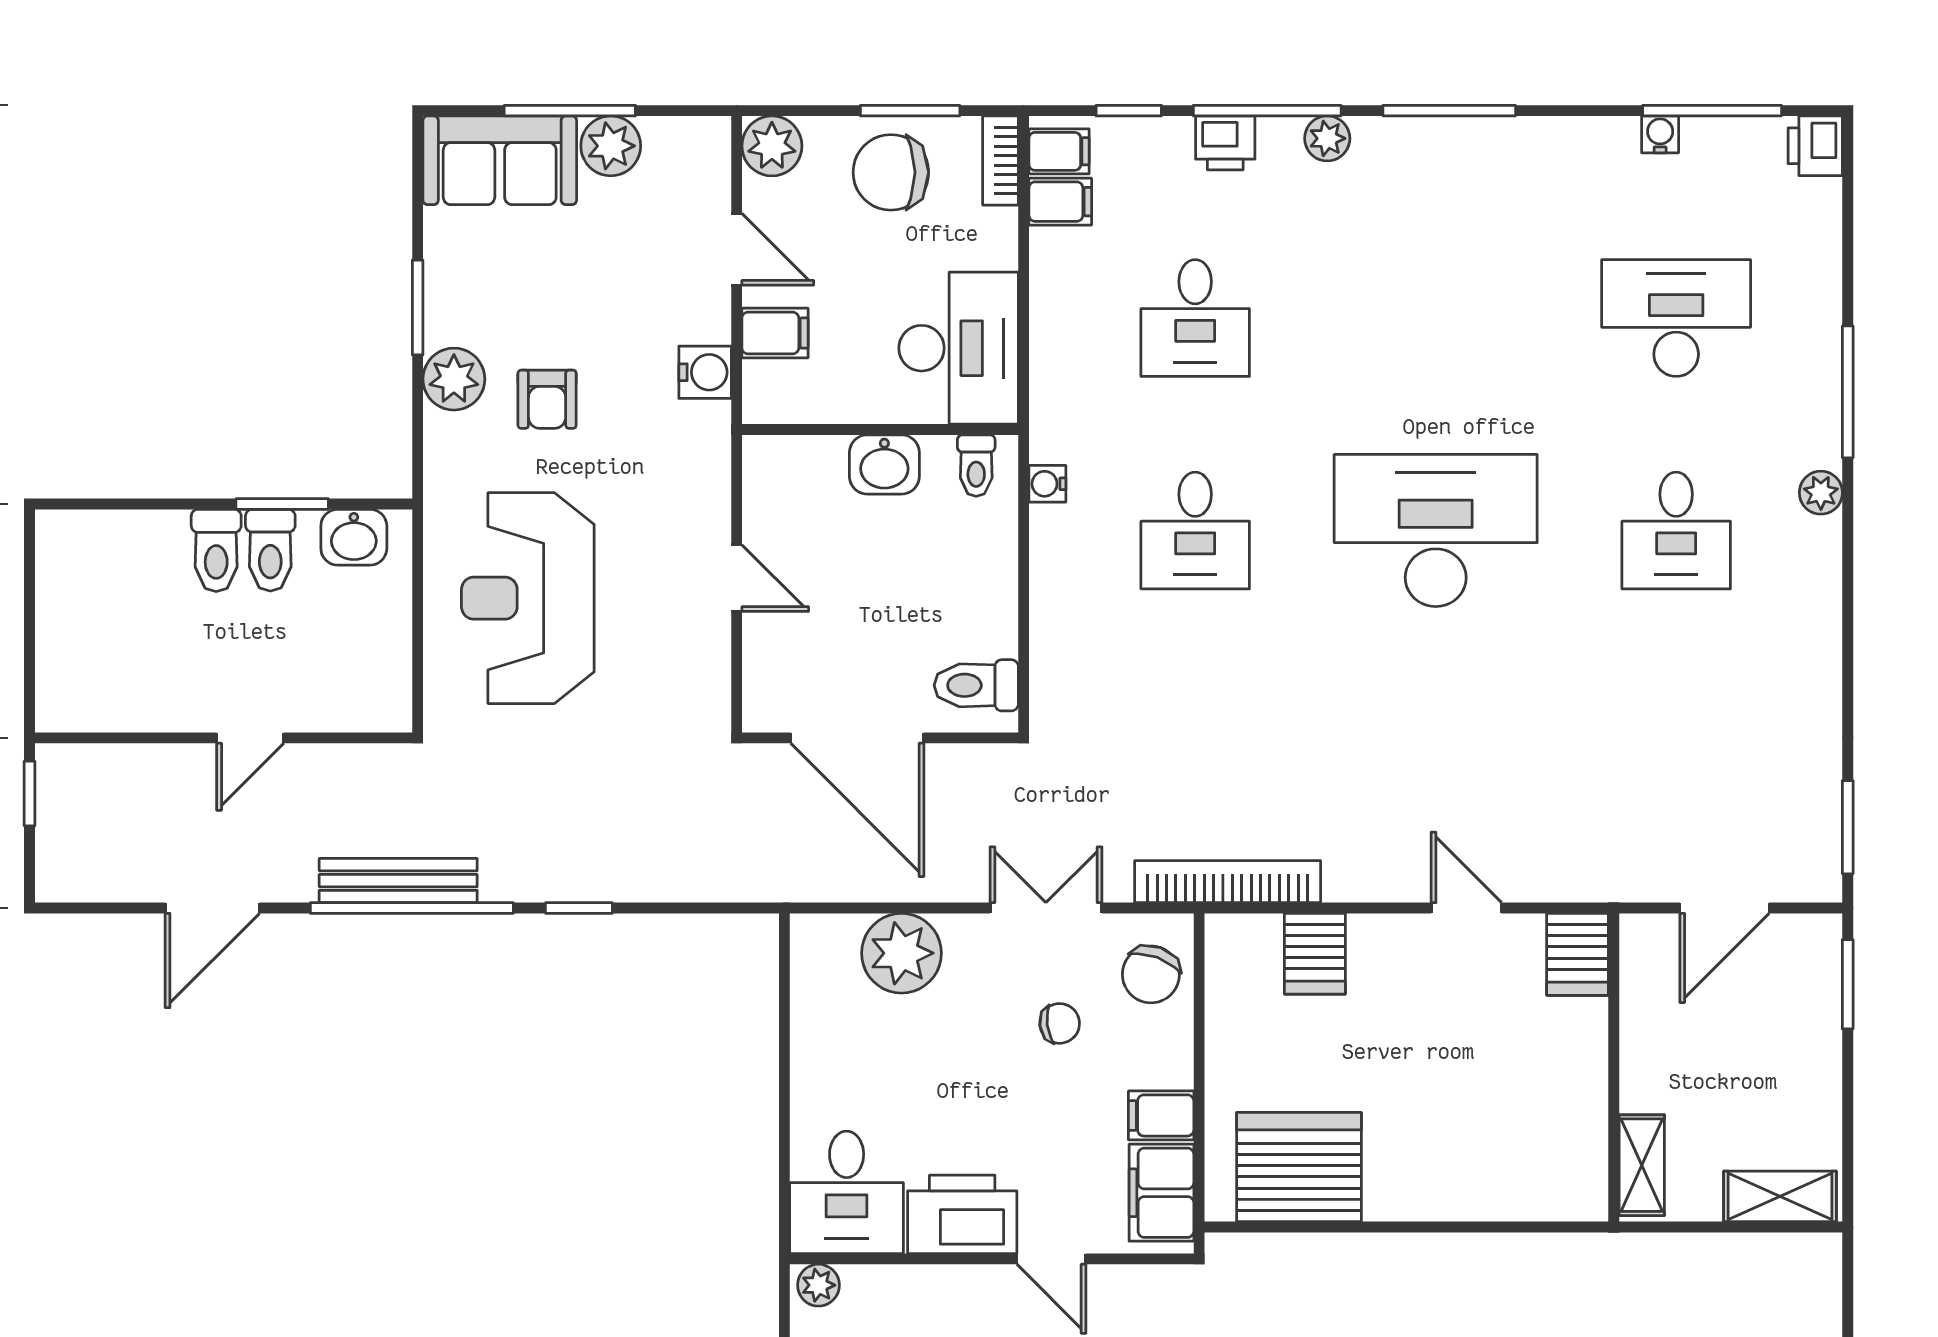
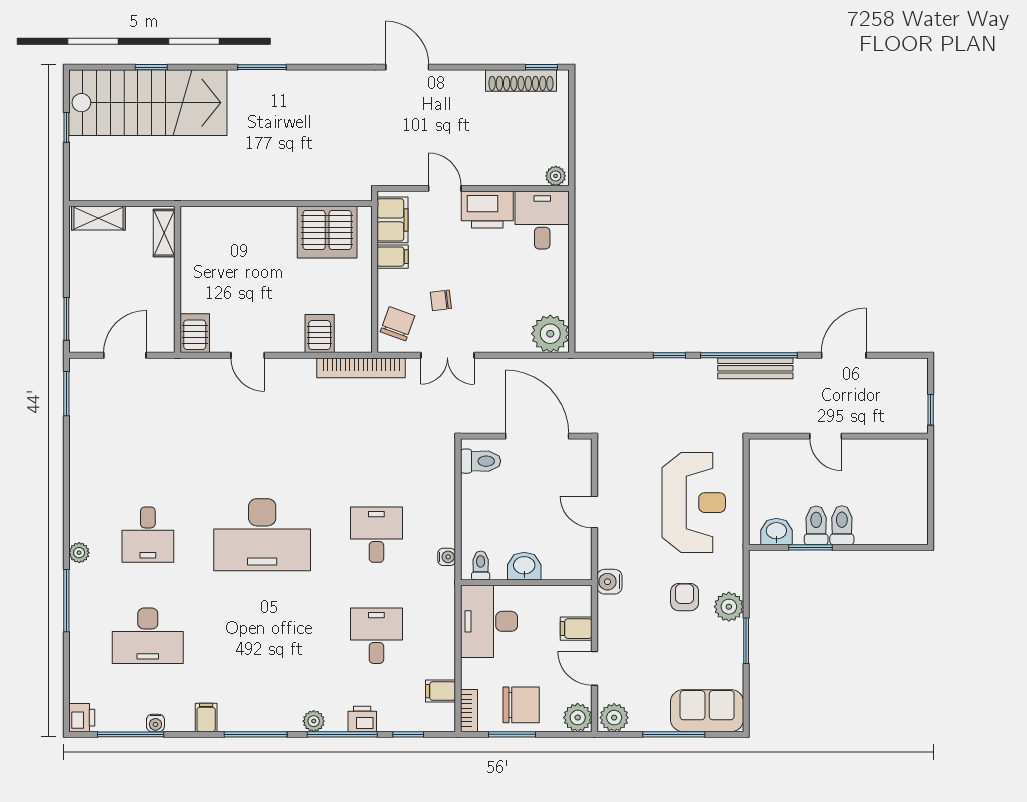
plant: (611, 146) -> (614, 718), moved
filing cabinet: (1059, 151) -> (206, 718), moved, turned 90
water cooler: (705, 372) -> (609, 582), moved
desk: (1676, 531) -> (148, 535), turned 180
door: (250, 738) -> (826, 436), swing flipped
plant: (901, 953) -> (550, 334), moved

